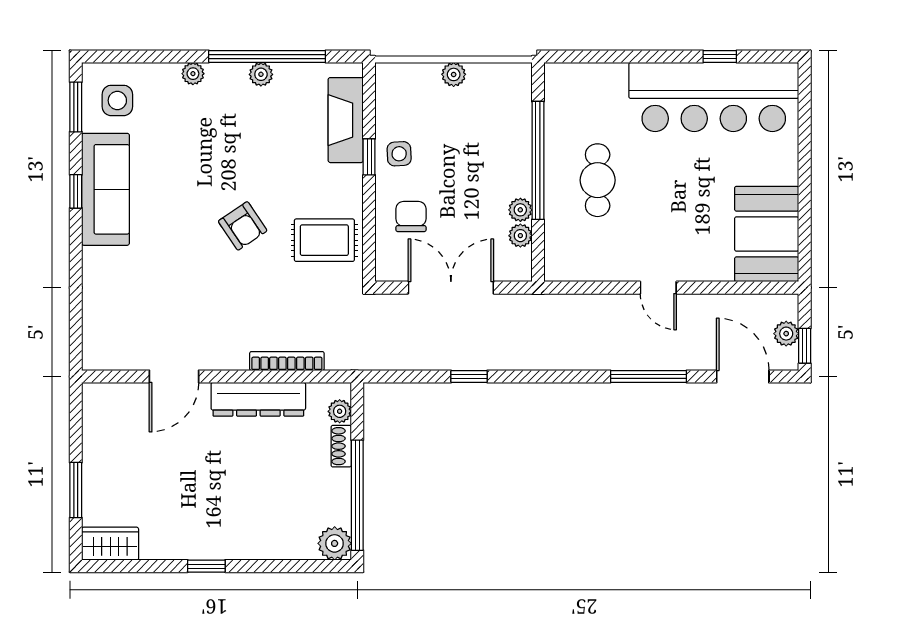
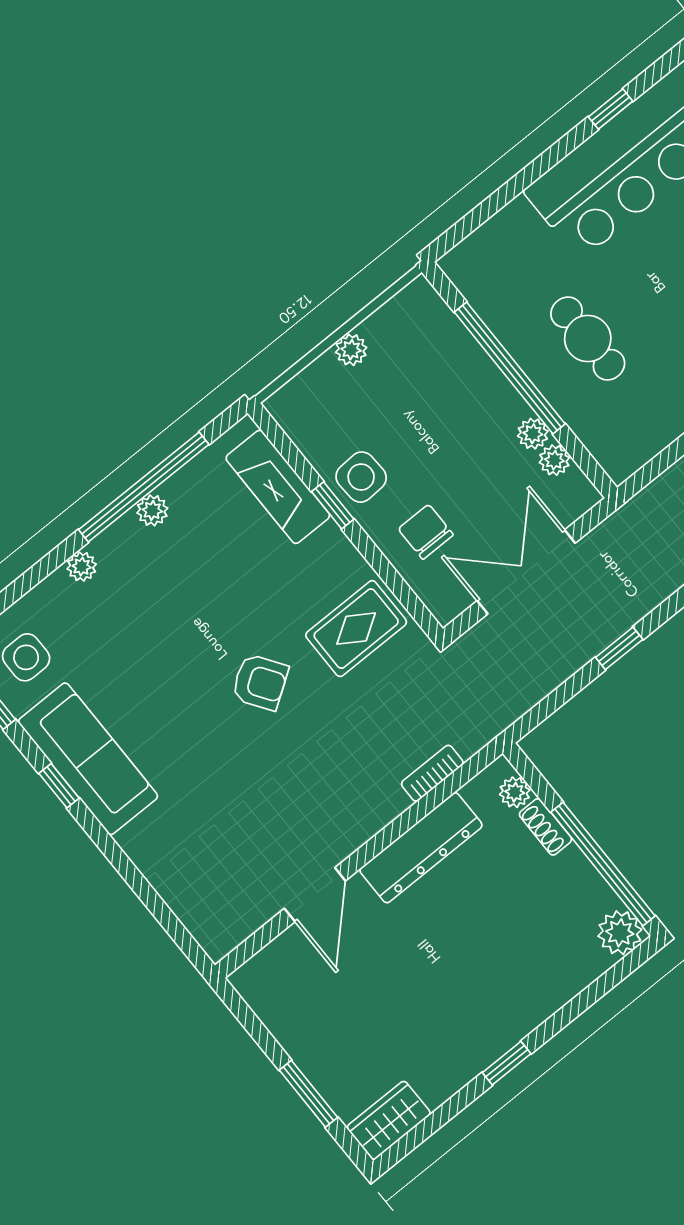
side table: (399, 154) -> (361, 477), width x1.37, depth x1.37
bookcase: (287, 361) -> (432, 773), width x0.64

